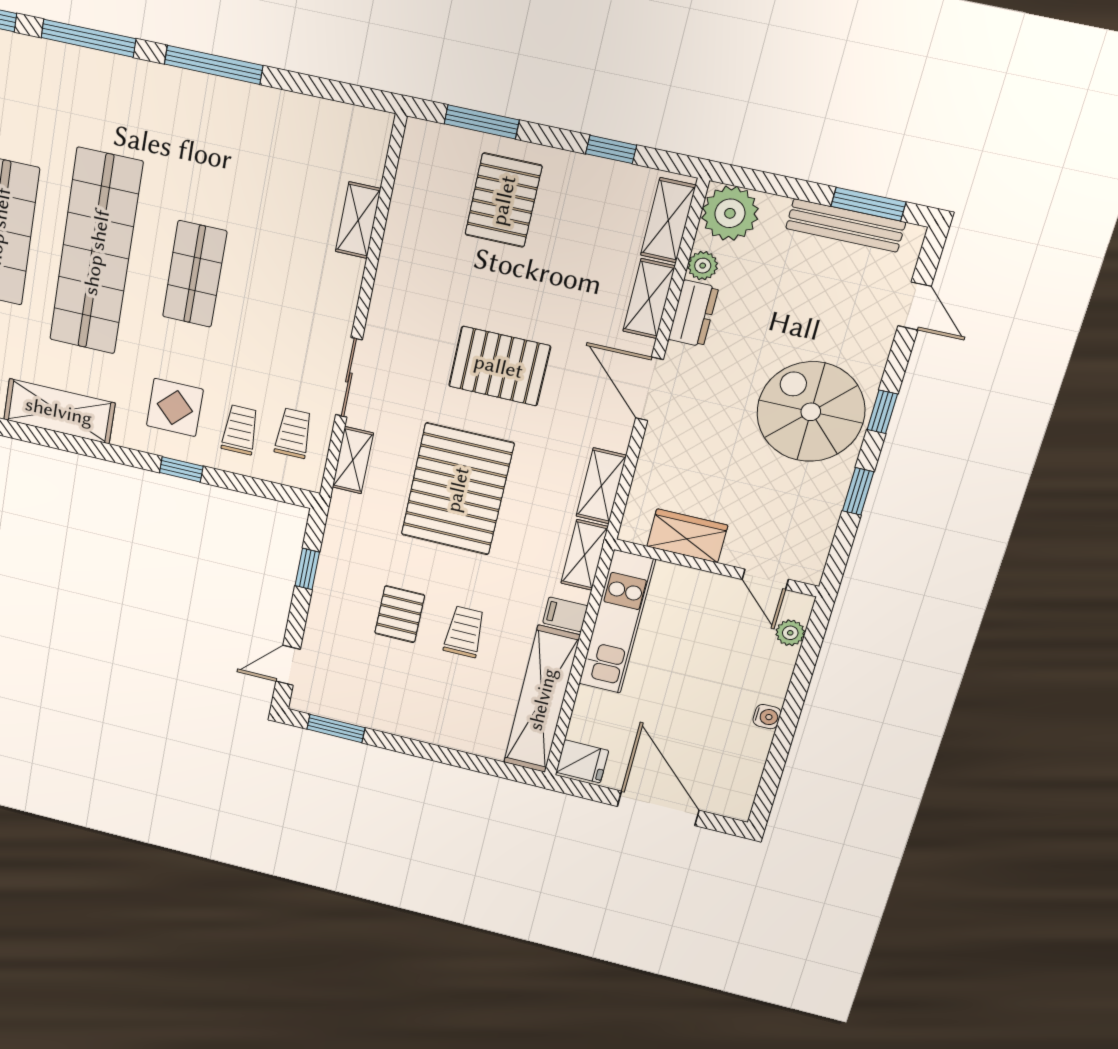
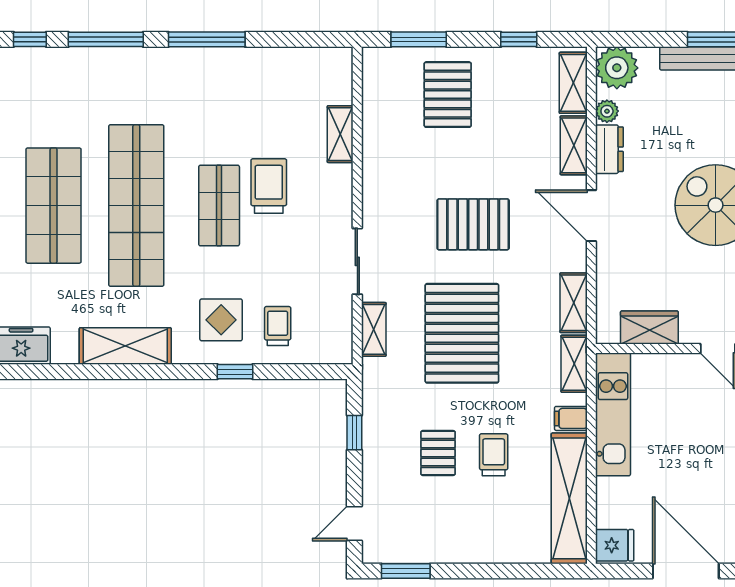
trolley: (293, 433) -> (269, 186), moved, width x1.36, depth x1.39

